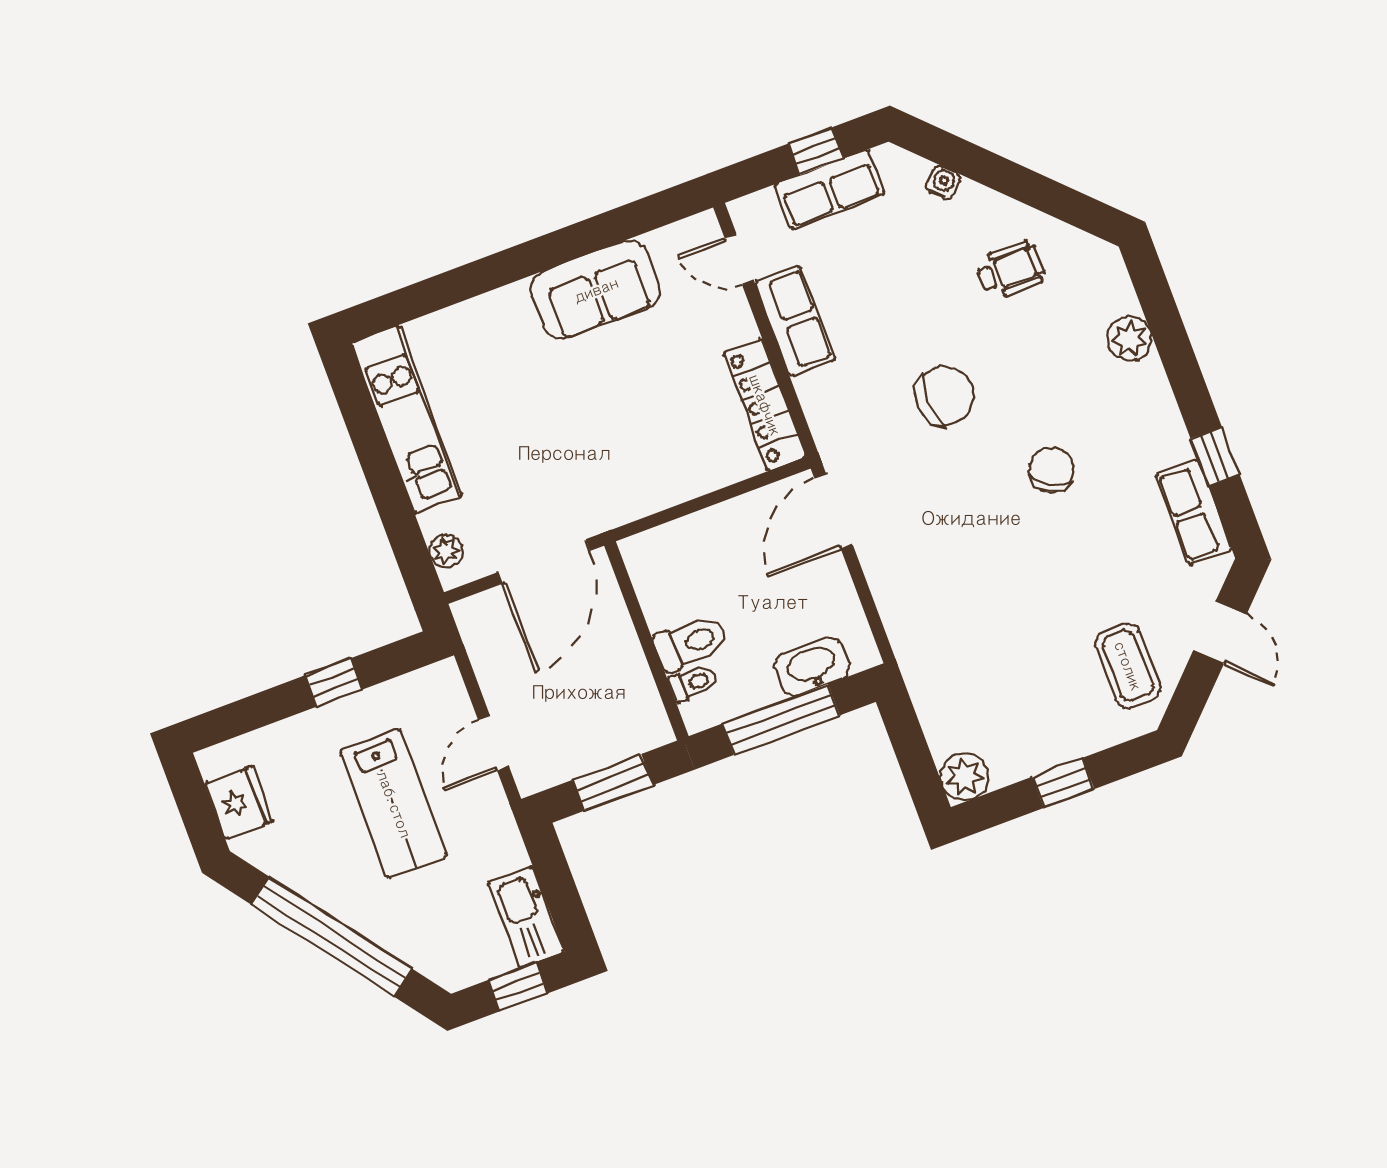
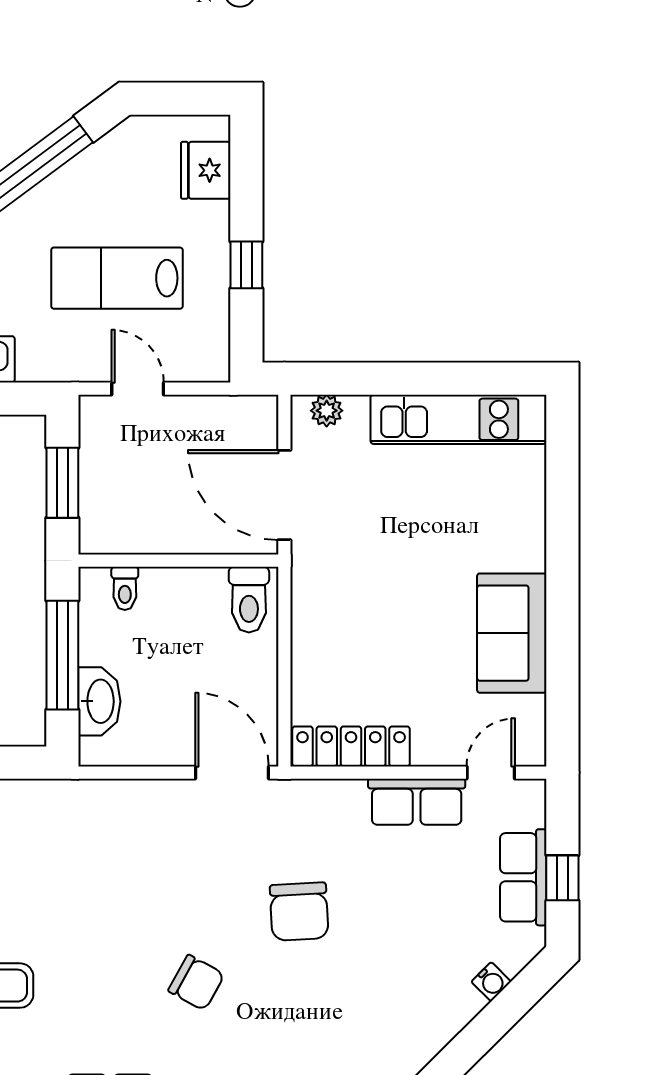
wheelchair: (1011, 270) -> (390, 1013), removed
toilet: (691, 643) -> (249, 600), moved
fridge: (239, 802) -> (206, 170), moved, turned 90

